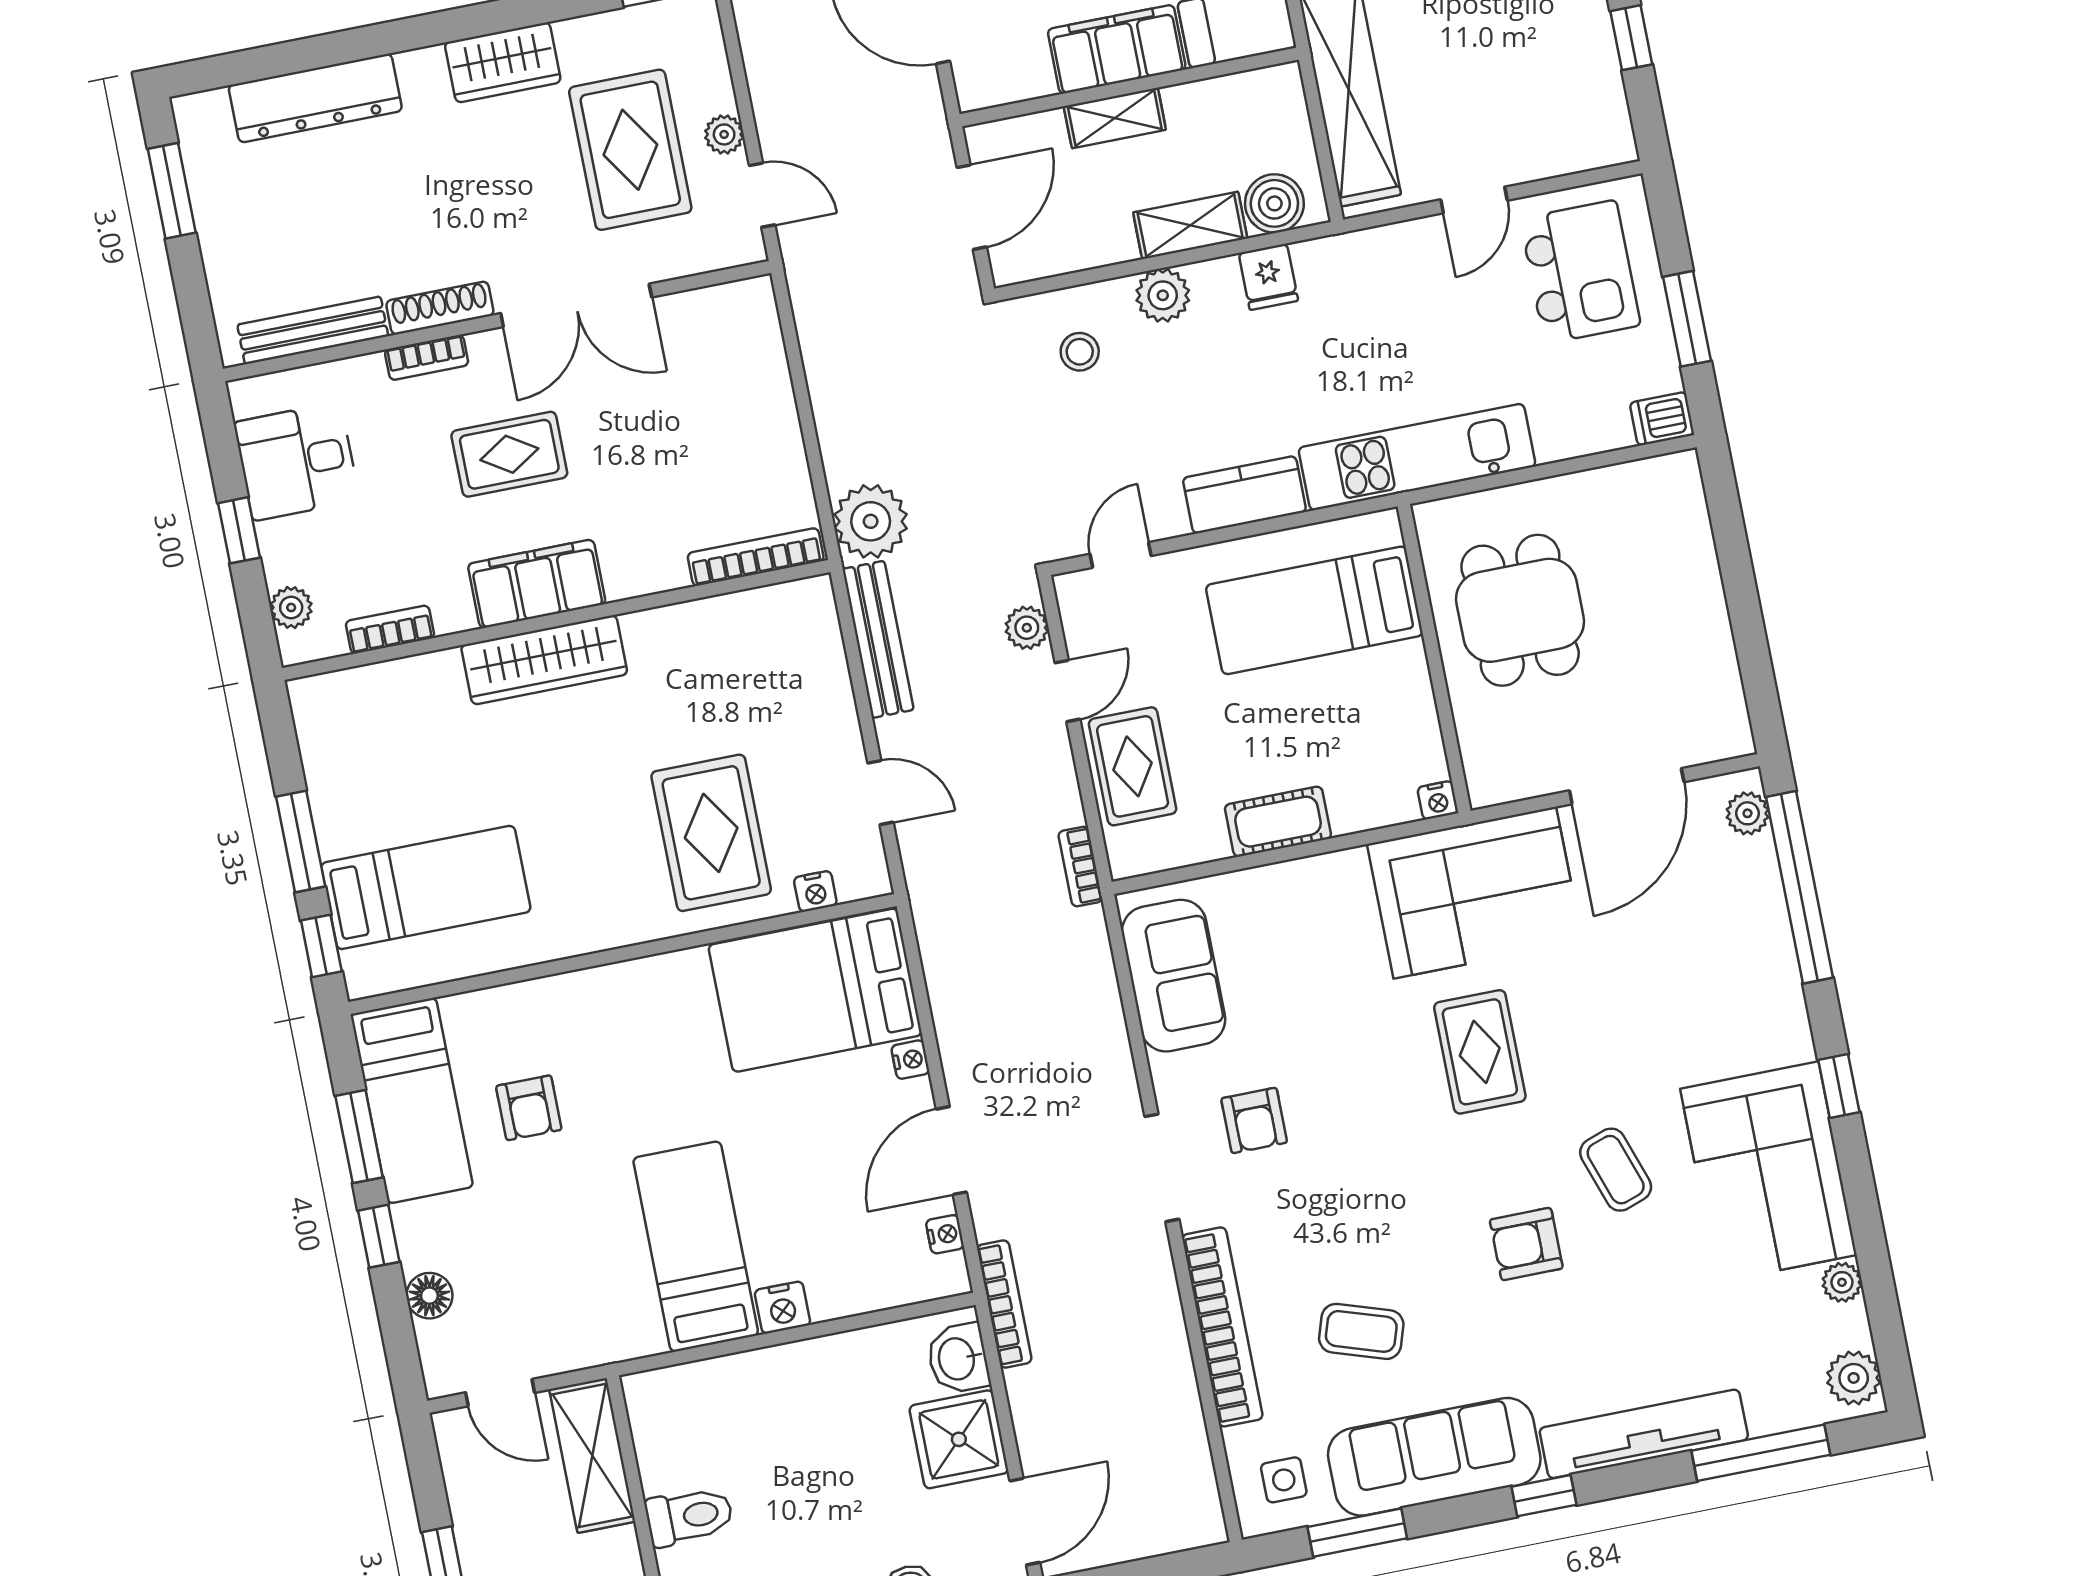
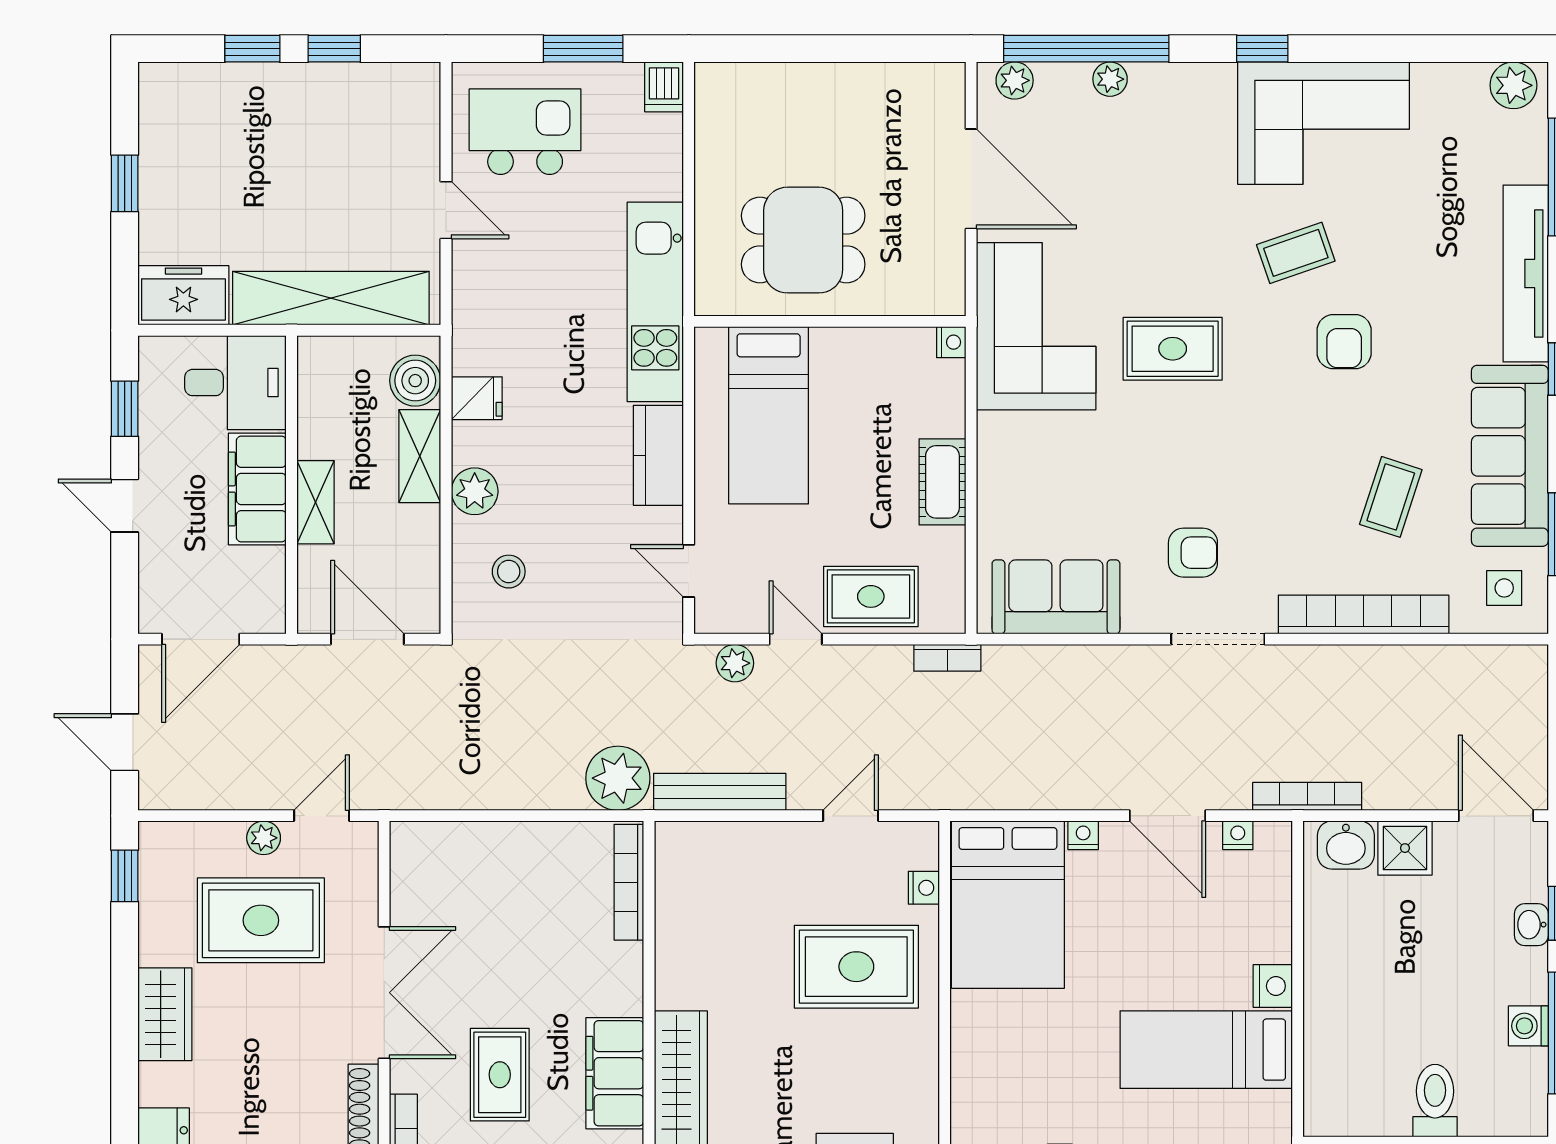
plant: (1842, 1282) -> (1110, 79), moved
shower: (959, 1439) -> (1405, 848), width x0.73, depth x0.73

